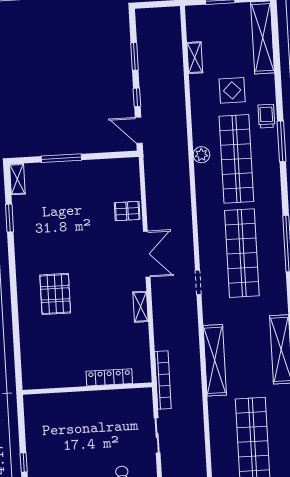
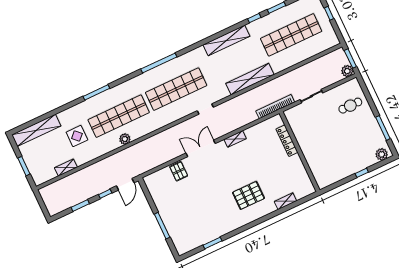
trolley: (266, 116) -> (84, 108), removed
shelving: (17, 179) -> (285, 201), moved

